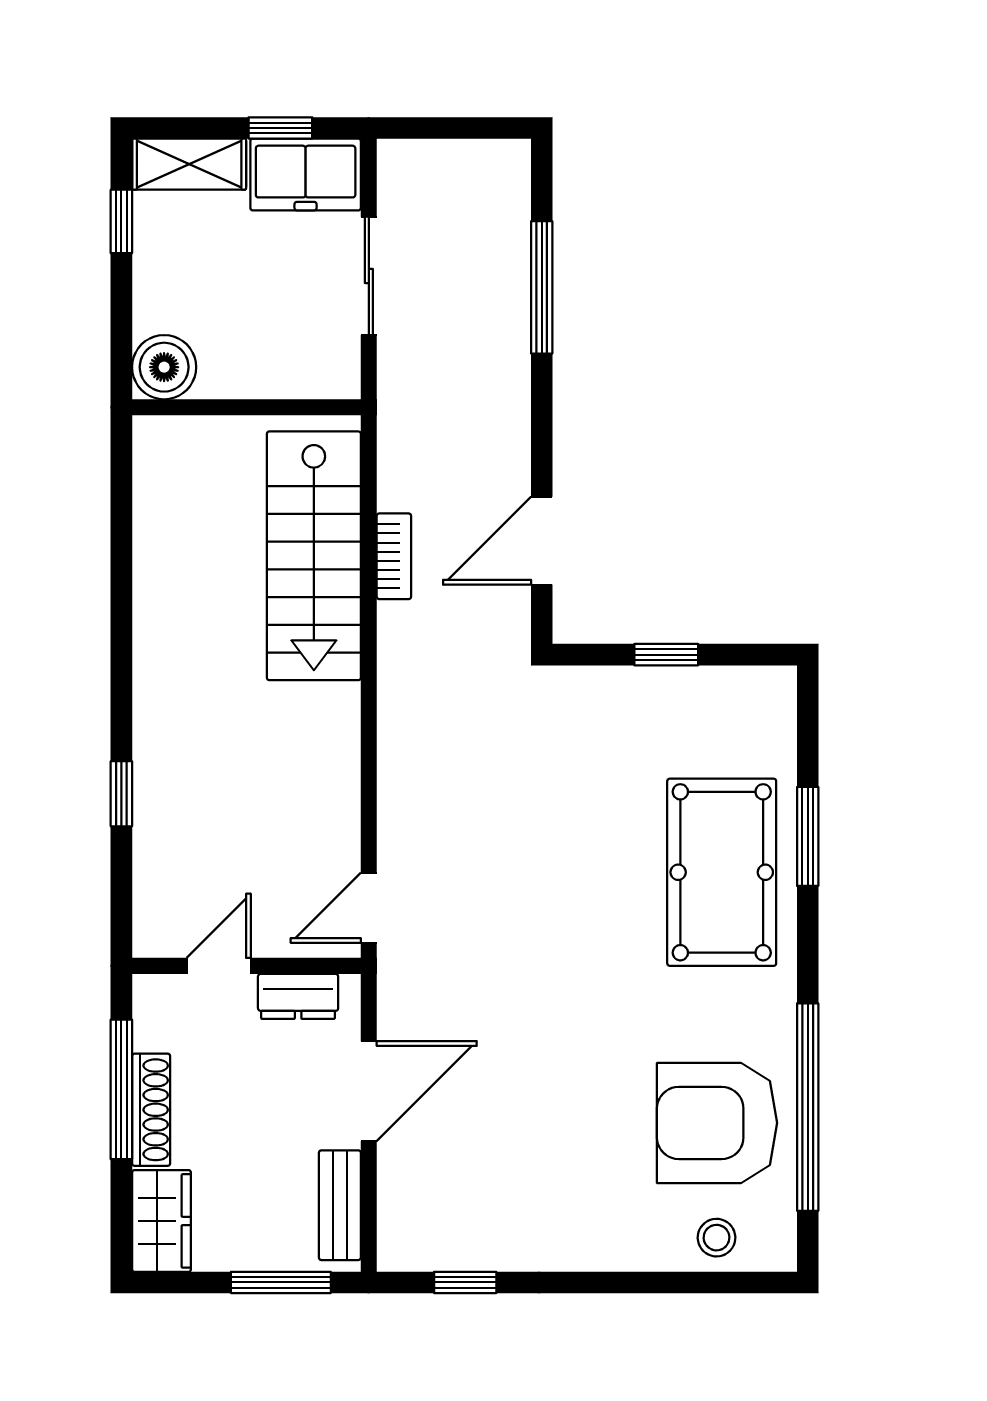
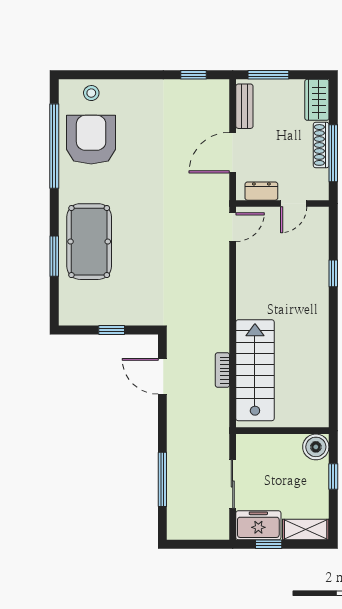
window: (121, 221) -> (333, 477), moved
door: (542, 541) -> (162, 376), swing flipped
armchair: (717, 1123) -> (91, 140), turned -90

